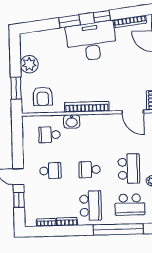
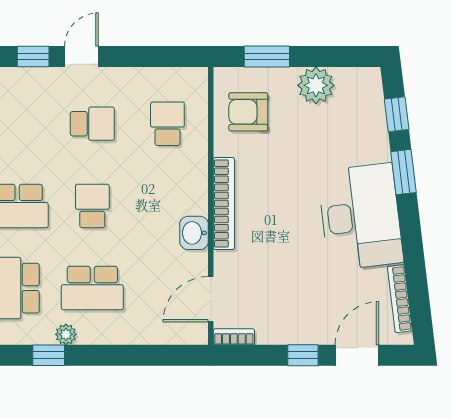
window: (102, 17) -> (397, 114), moved
washbasin: (72, 121) -> (194, 233), moved
school desk: (50, 171) -> (92, 124), turned -90

